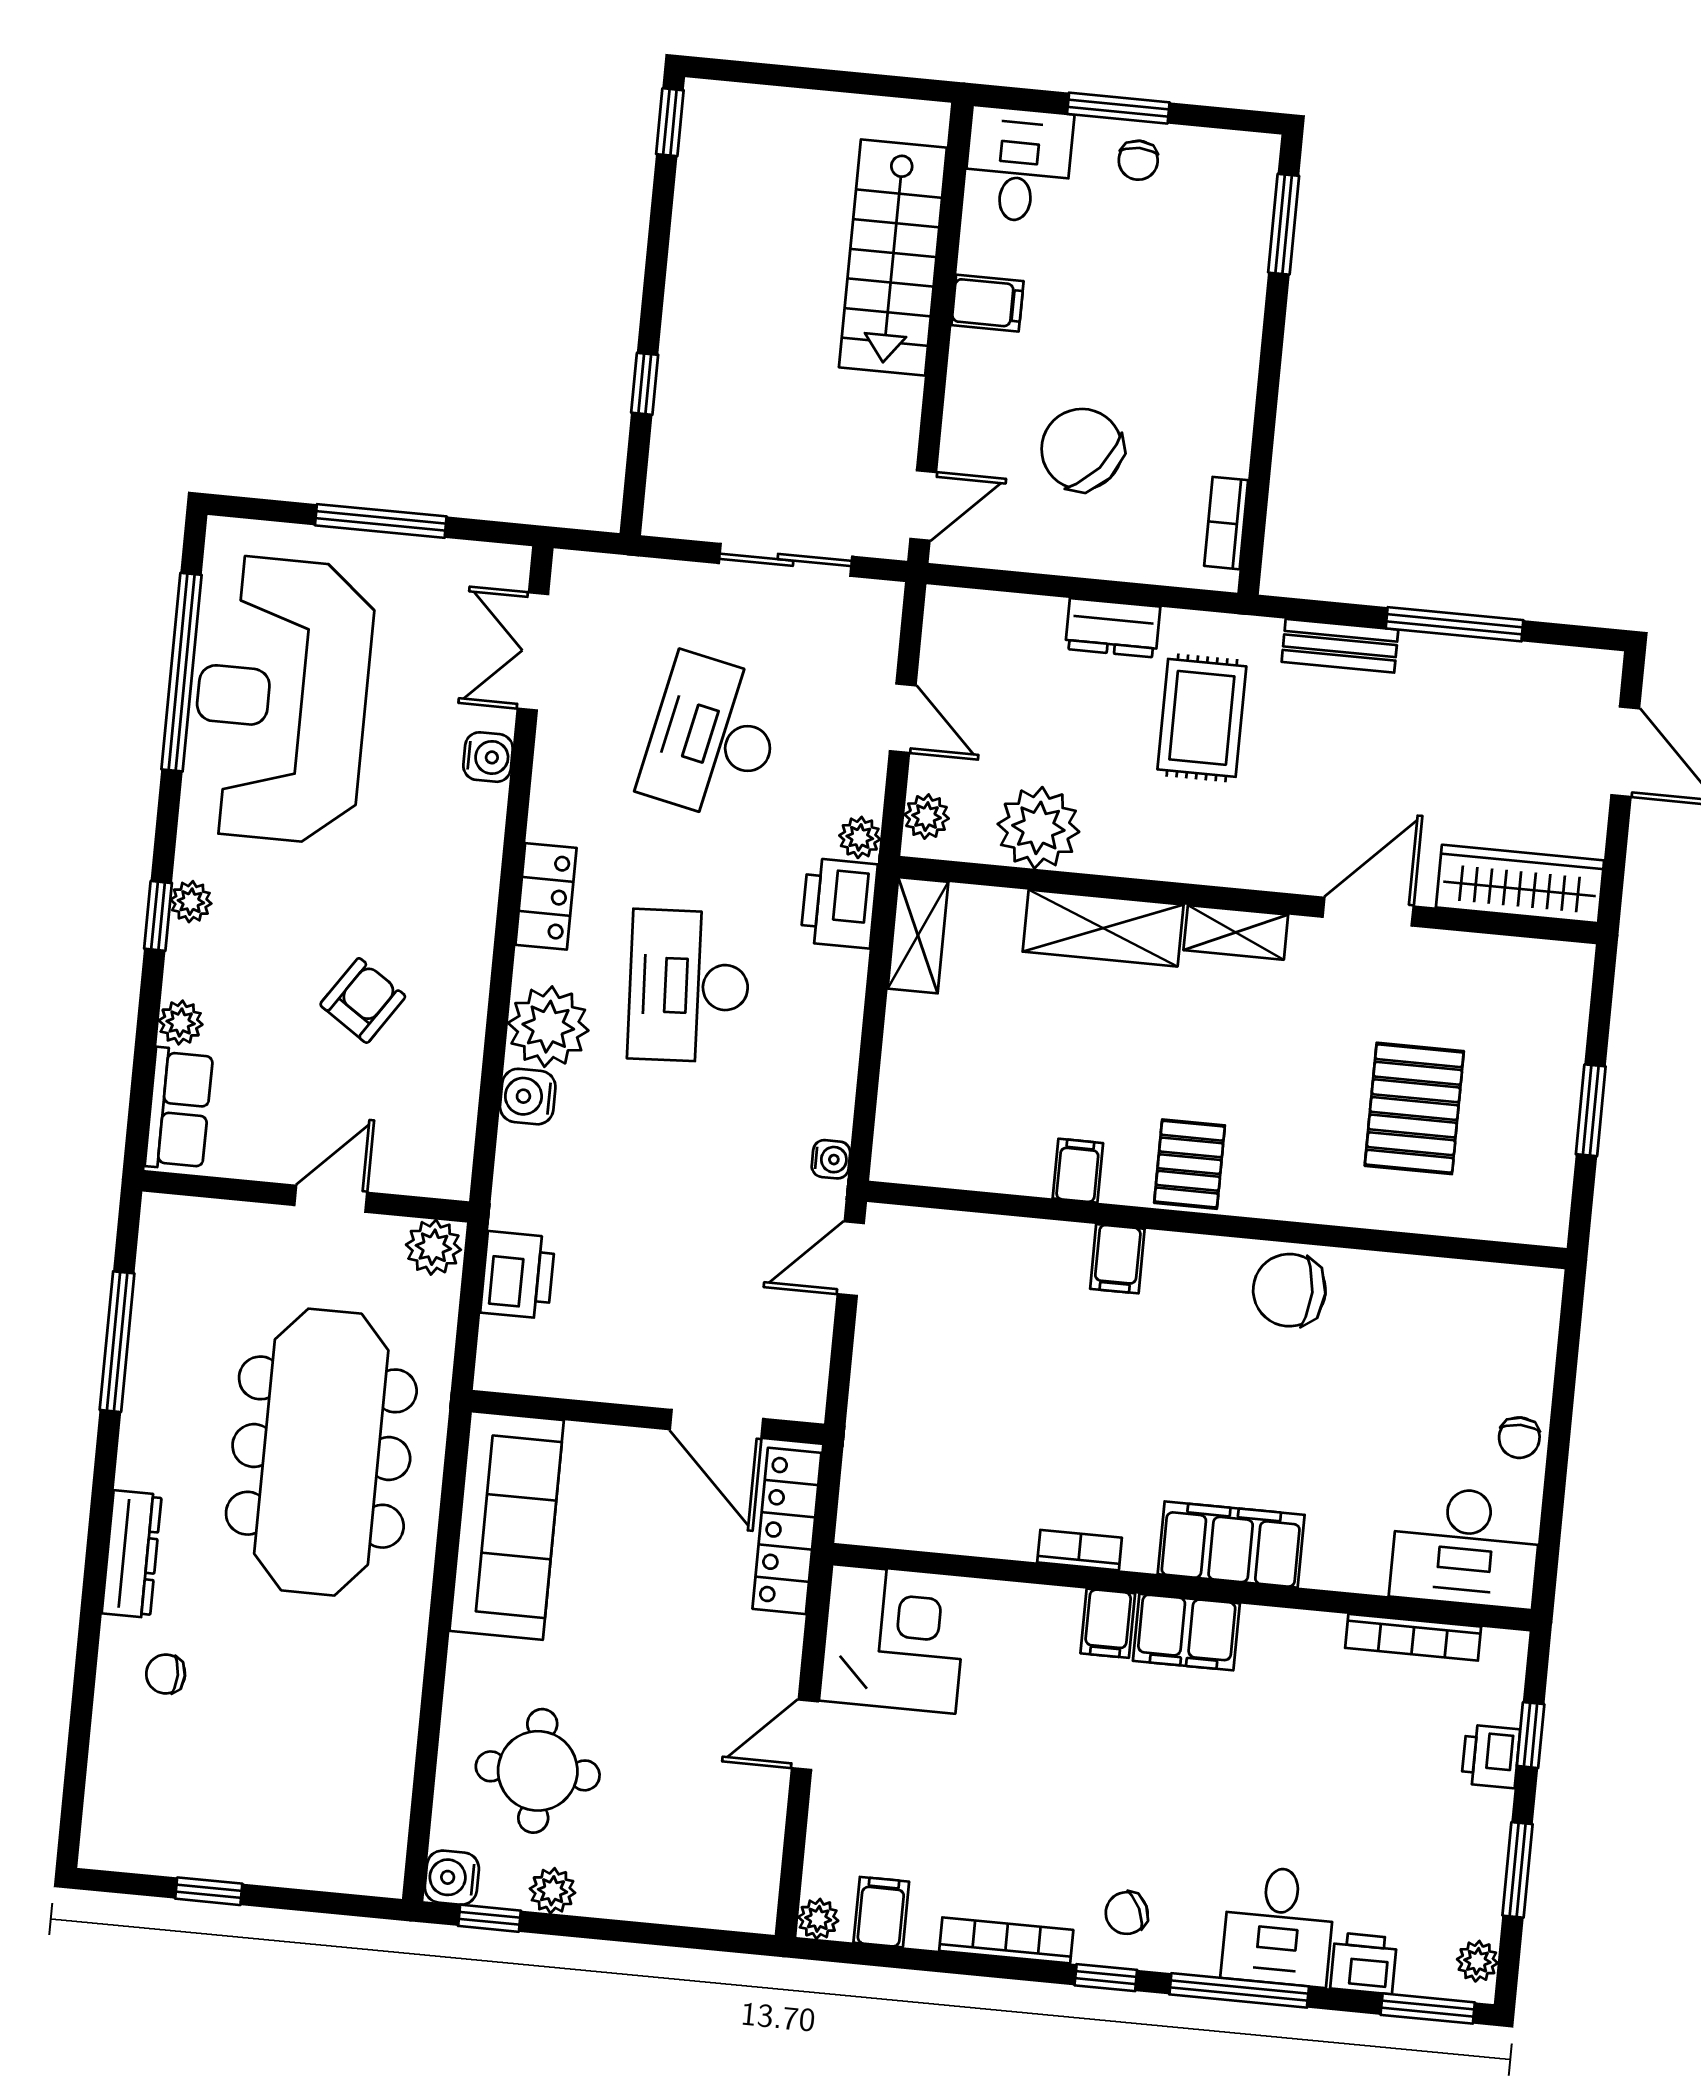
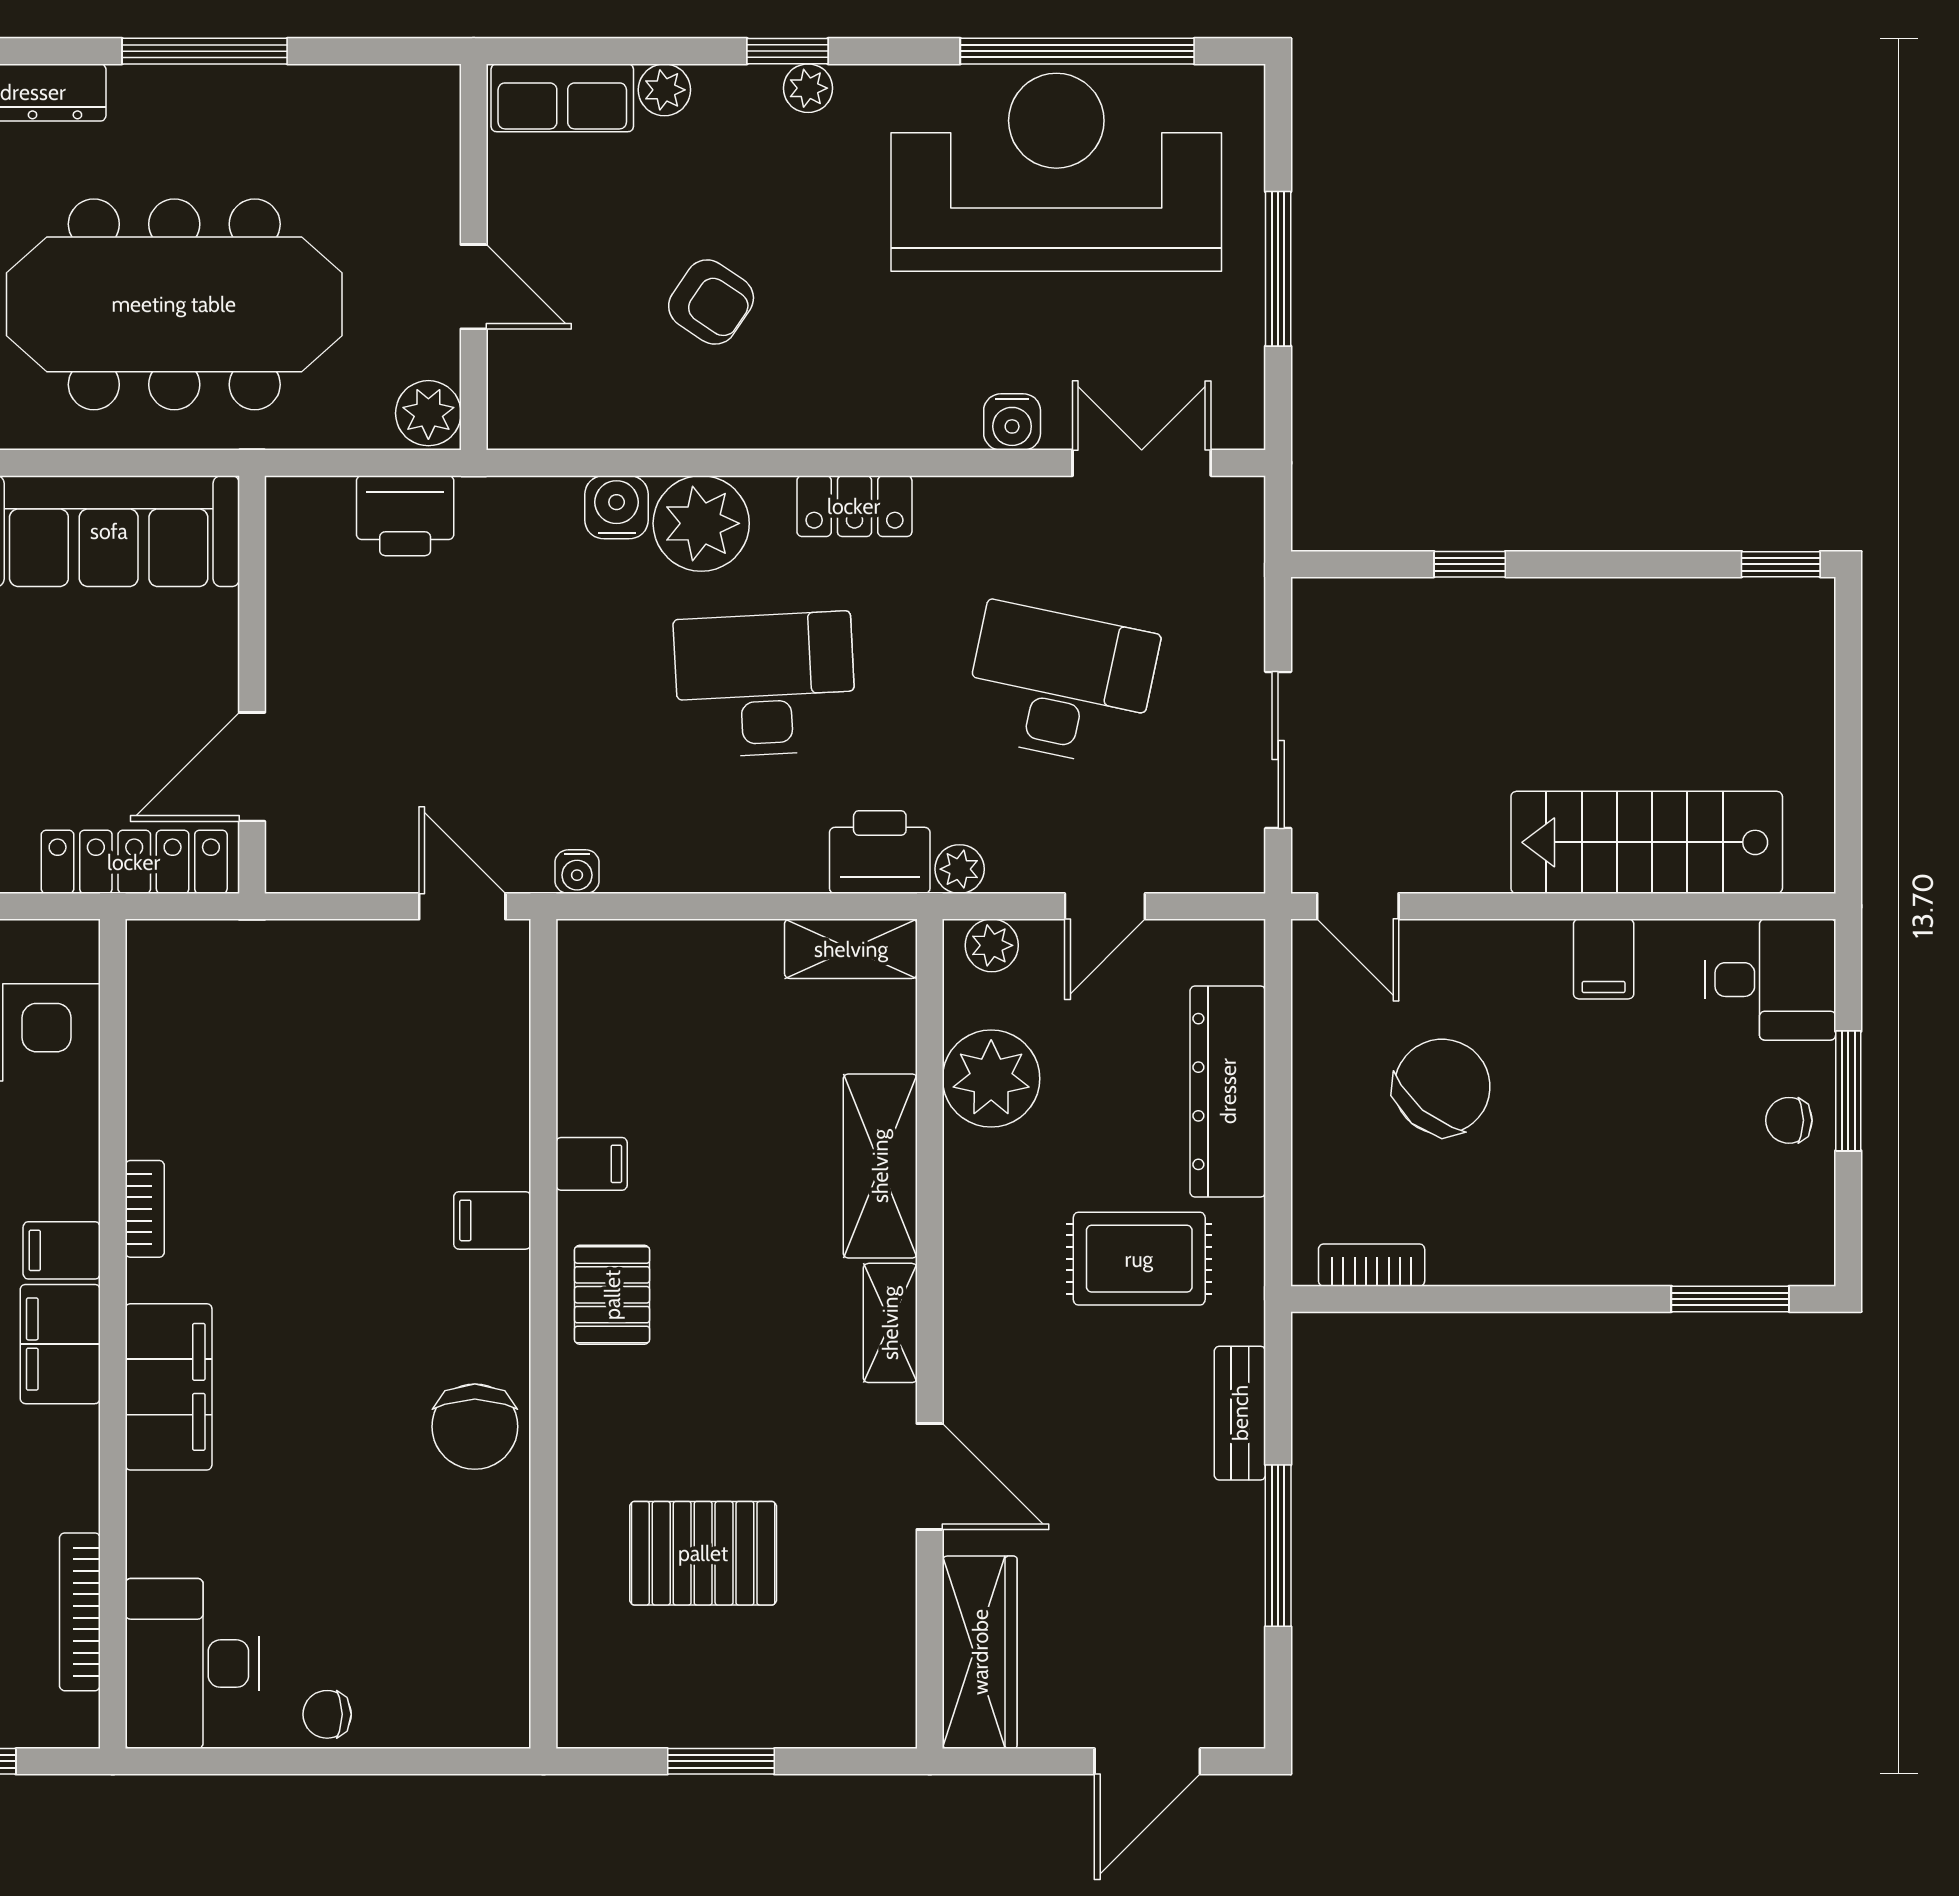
dresser: (1113, 628) -> (1228, 1091), width x1.96, depth x1.24
pallet: (1190, 1164) -> (612, 1295), turned 90
chair: (1289, 1290) -> (475, 1427), turned 180
window: (117, 1342) -> (205, 51), moved

